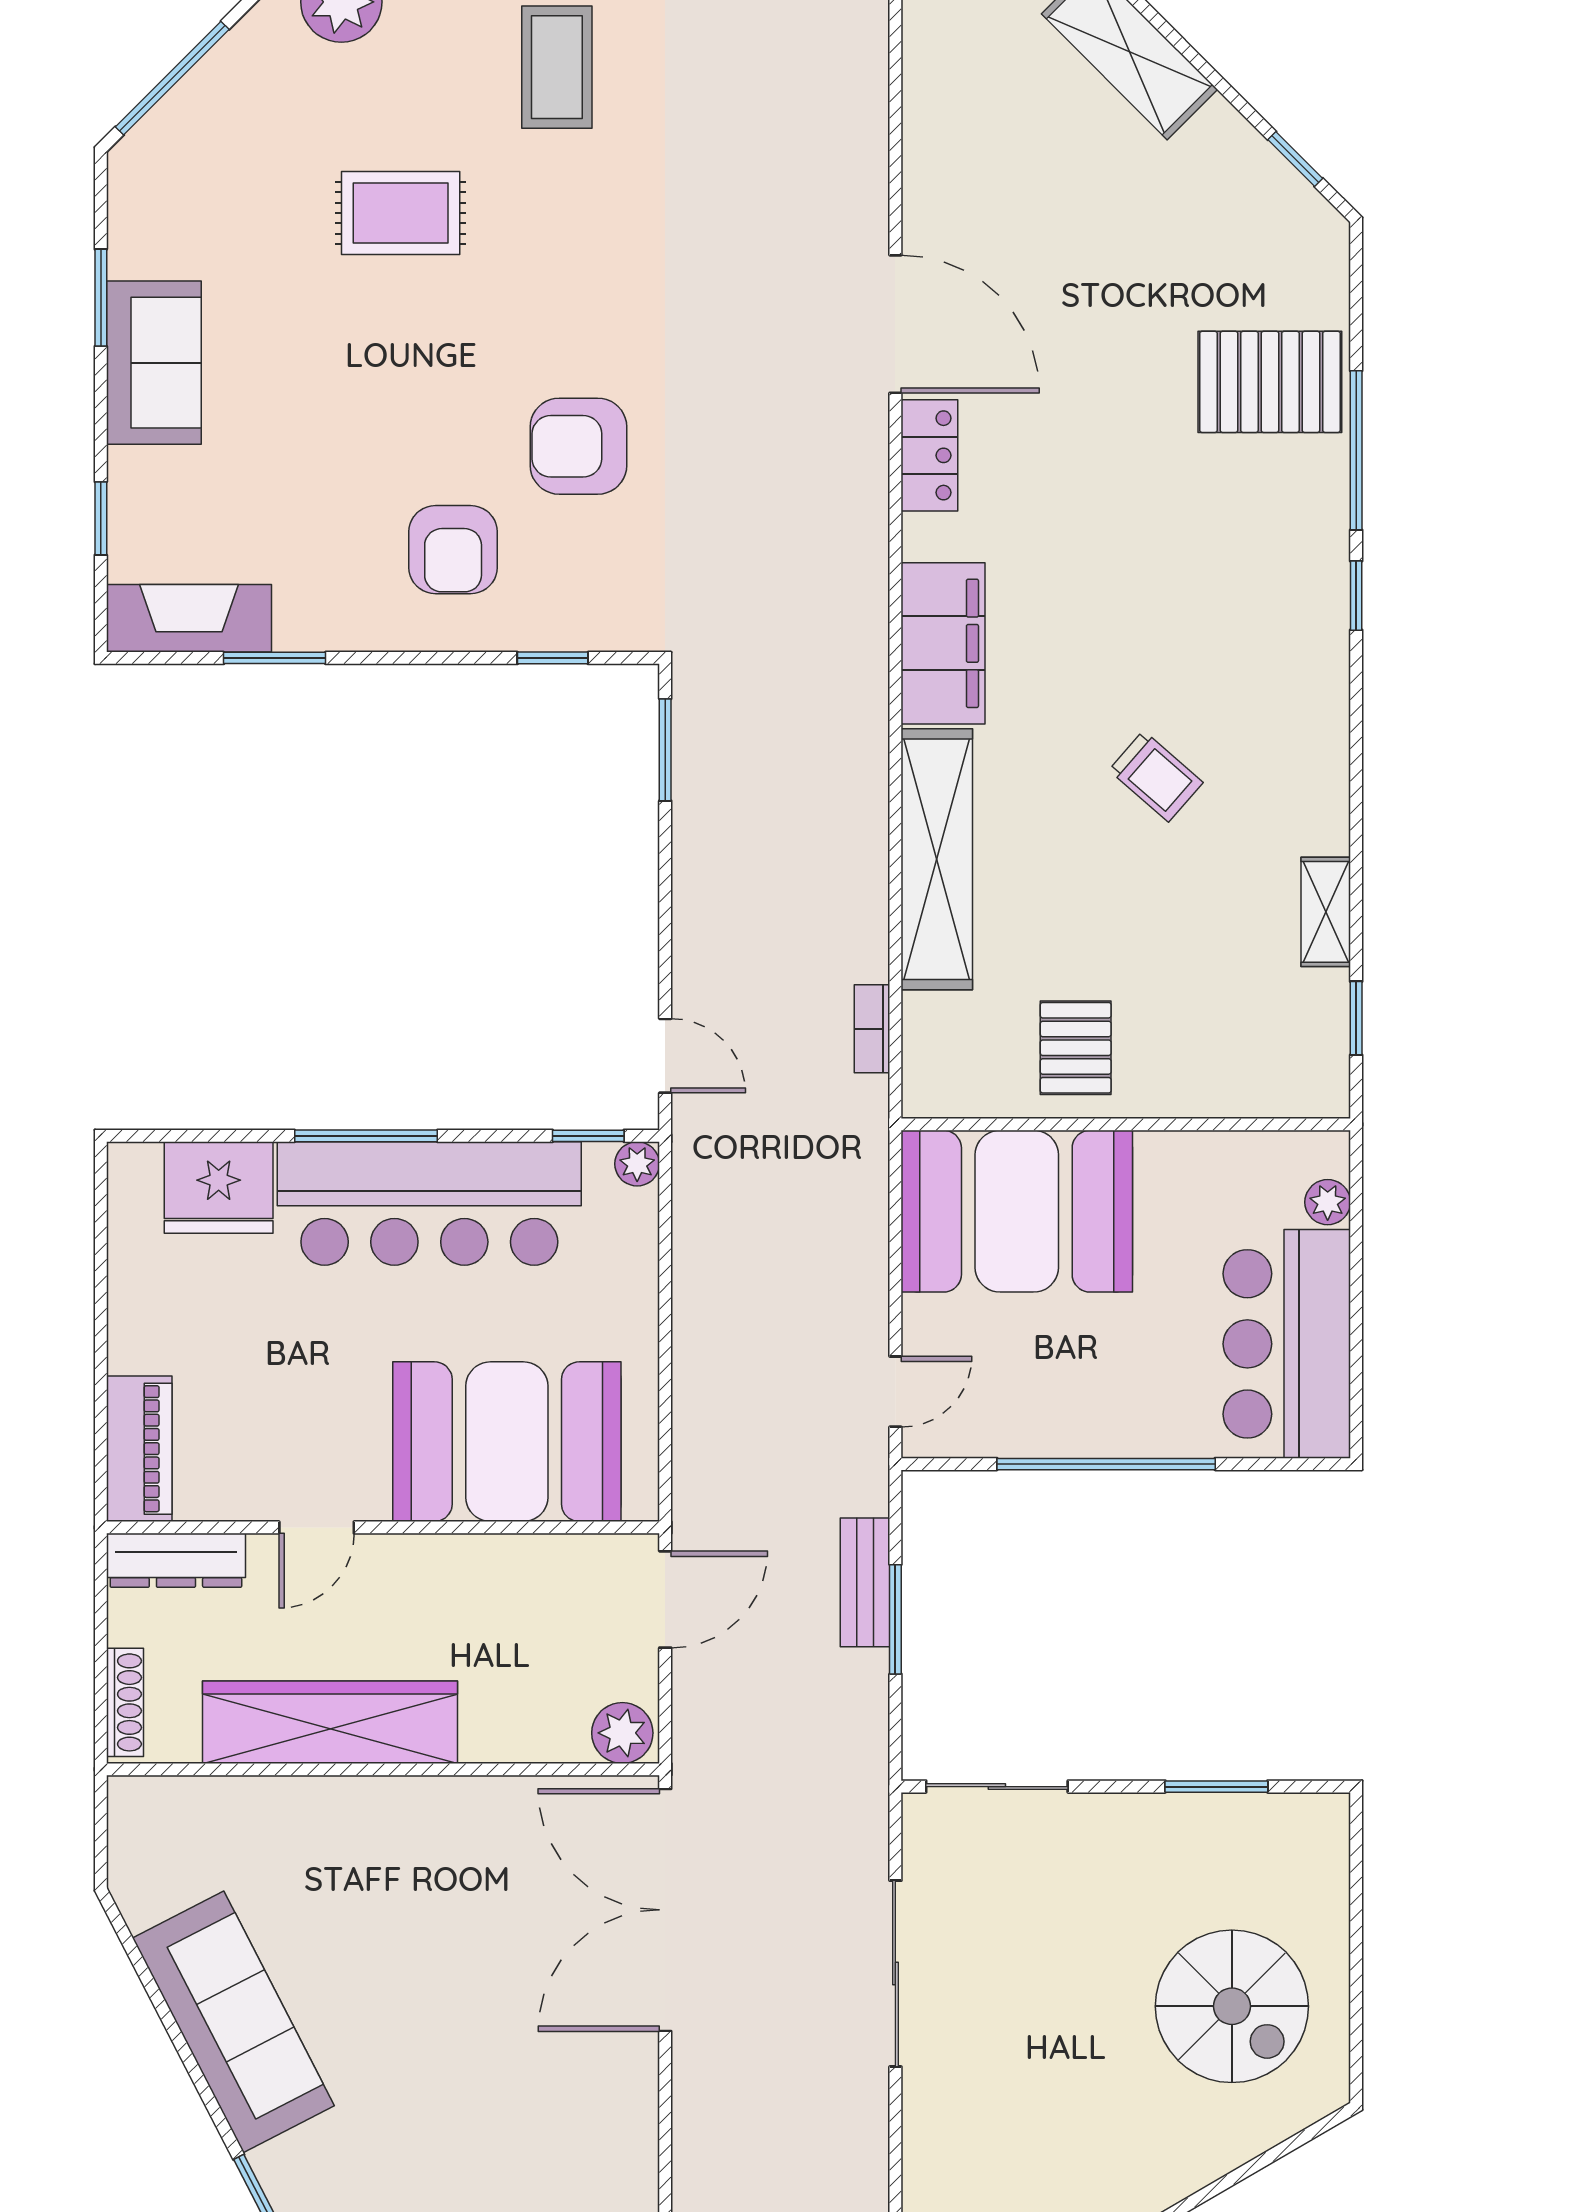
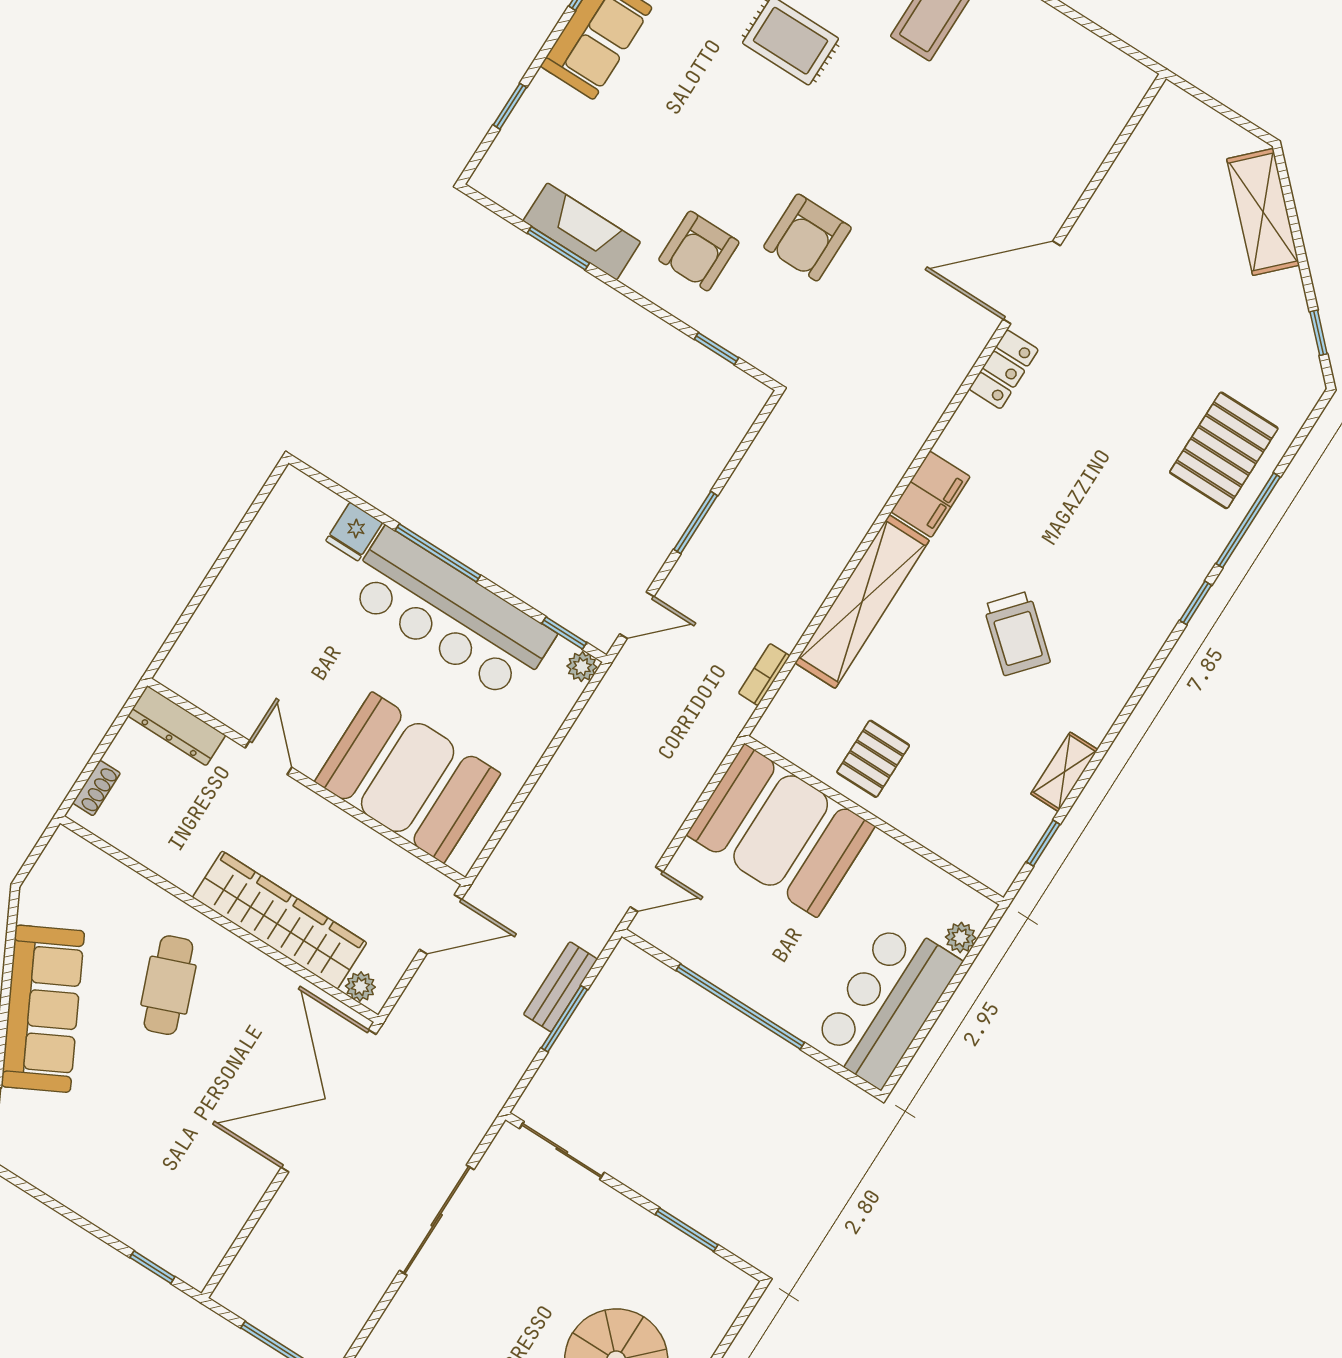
door: (895, 324) -> (1032, 282), swing flipped
pallet: (1270, 382) -> (1224, 450), turned 90
armchair: (578, 446) -> (807, 237), turned -90
fireplace: (189, 618) -> (582, 231), moved
filing cabinet: (943, 643) -> (931, 494), width x0.67, depth x0.86
window: (665, 750) -> (696, 523), moved
trolley: (1156, 776) -> (1017, 633), width x1.36, depth x1.39
door: (665, 1056) -> (637, 615), hinge flipped
fridge: (219, 1188) -> (354, 532), width x0.53, depth x0.75
piano: (139, 1449) -> (196, 649), removed
door: (317, 1527) -> (268, 758), swing flipped
shoe rack: (125, 1702) -> (96, 788), width x0.70
wardrobe: (330, 1722) -> (280, 920), moved
plant: (622, 1733) -> (360, 987), width x0.73, depth x0.73
cafe table: (372, 1892) -> (168, 985), added

